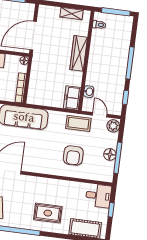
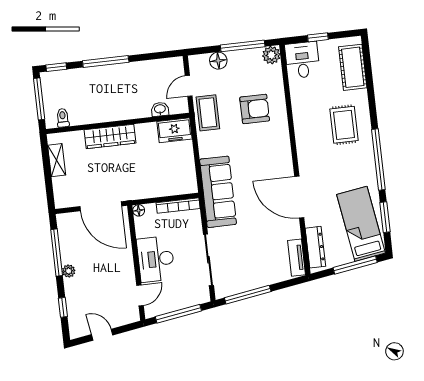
window: (126, 97) -> (56, 67), moved
plant: (113, 126) -> (271, 55), moved
floor lamp: (110, 154) -> (218, 61), moved

